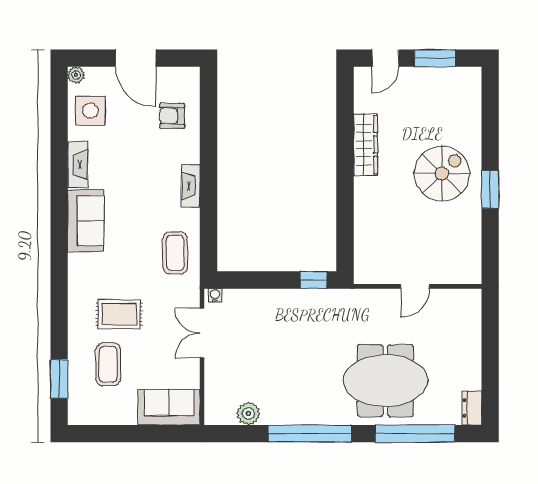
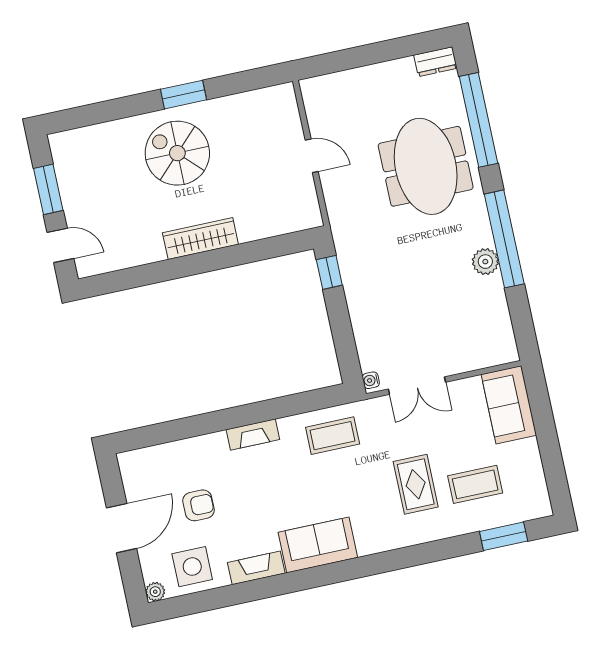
armchair: (172, 116) -> (199, 505), moved, turned -90
wardrobe: (366, 145) -> (200, 239), moved
plant: (248, 414) -> (485, 262), moved

